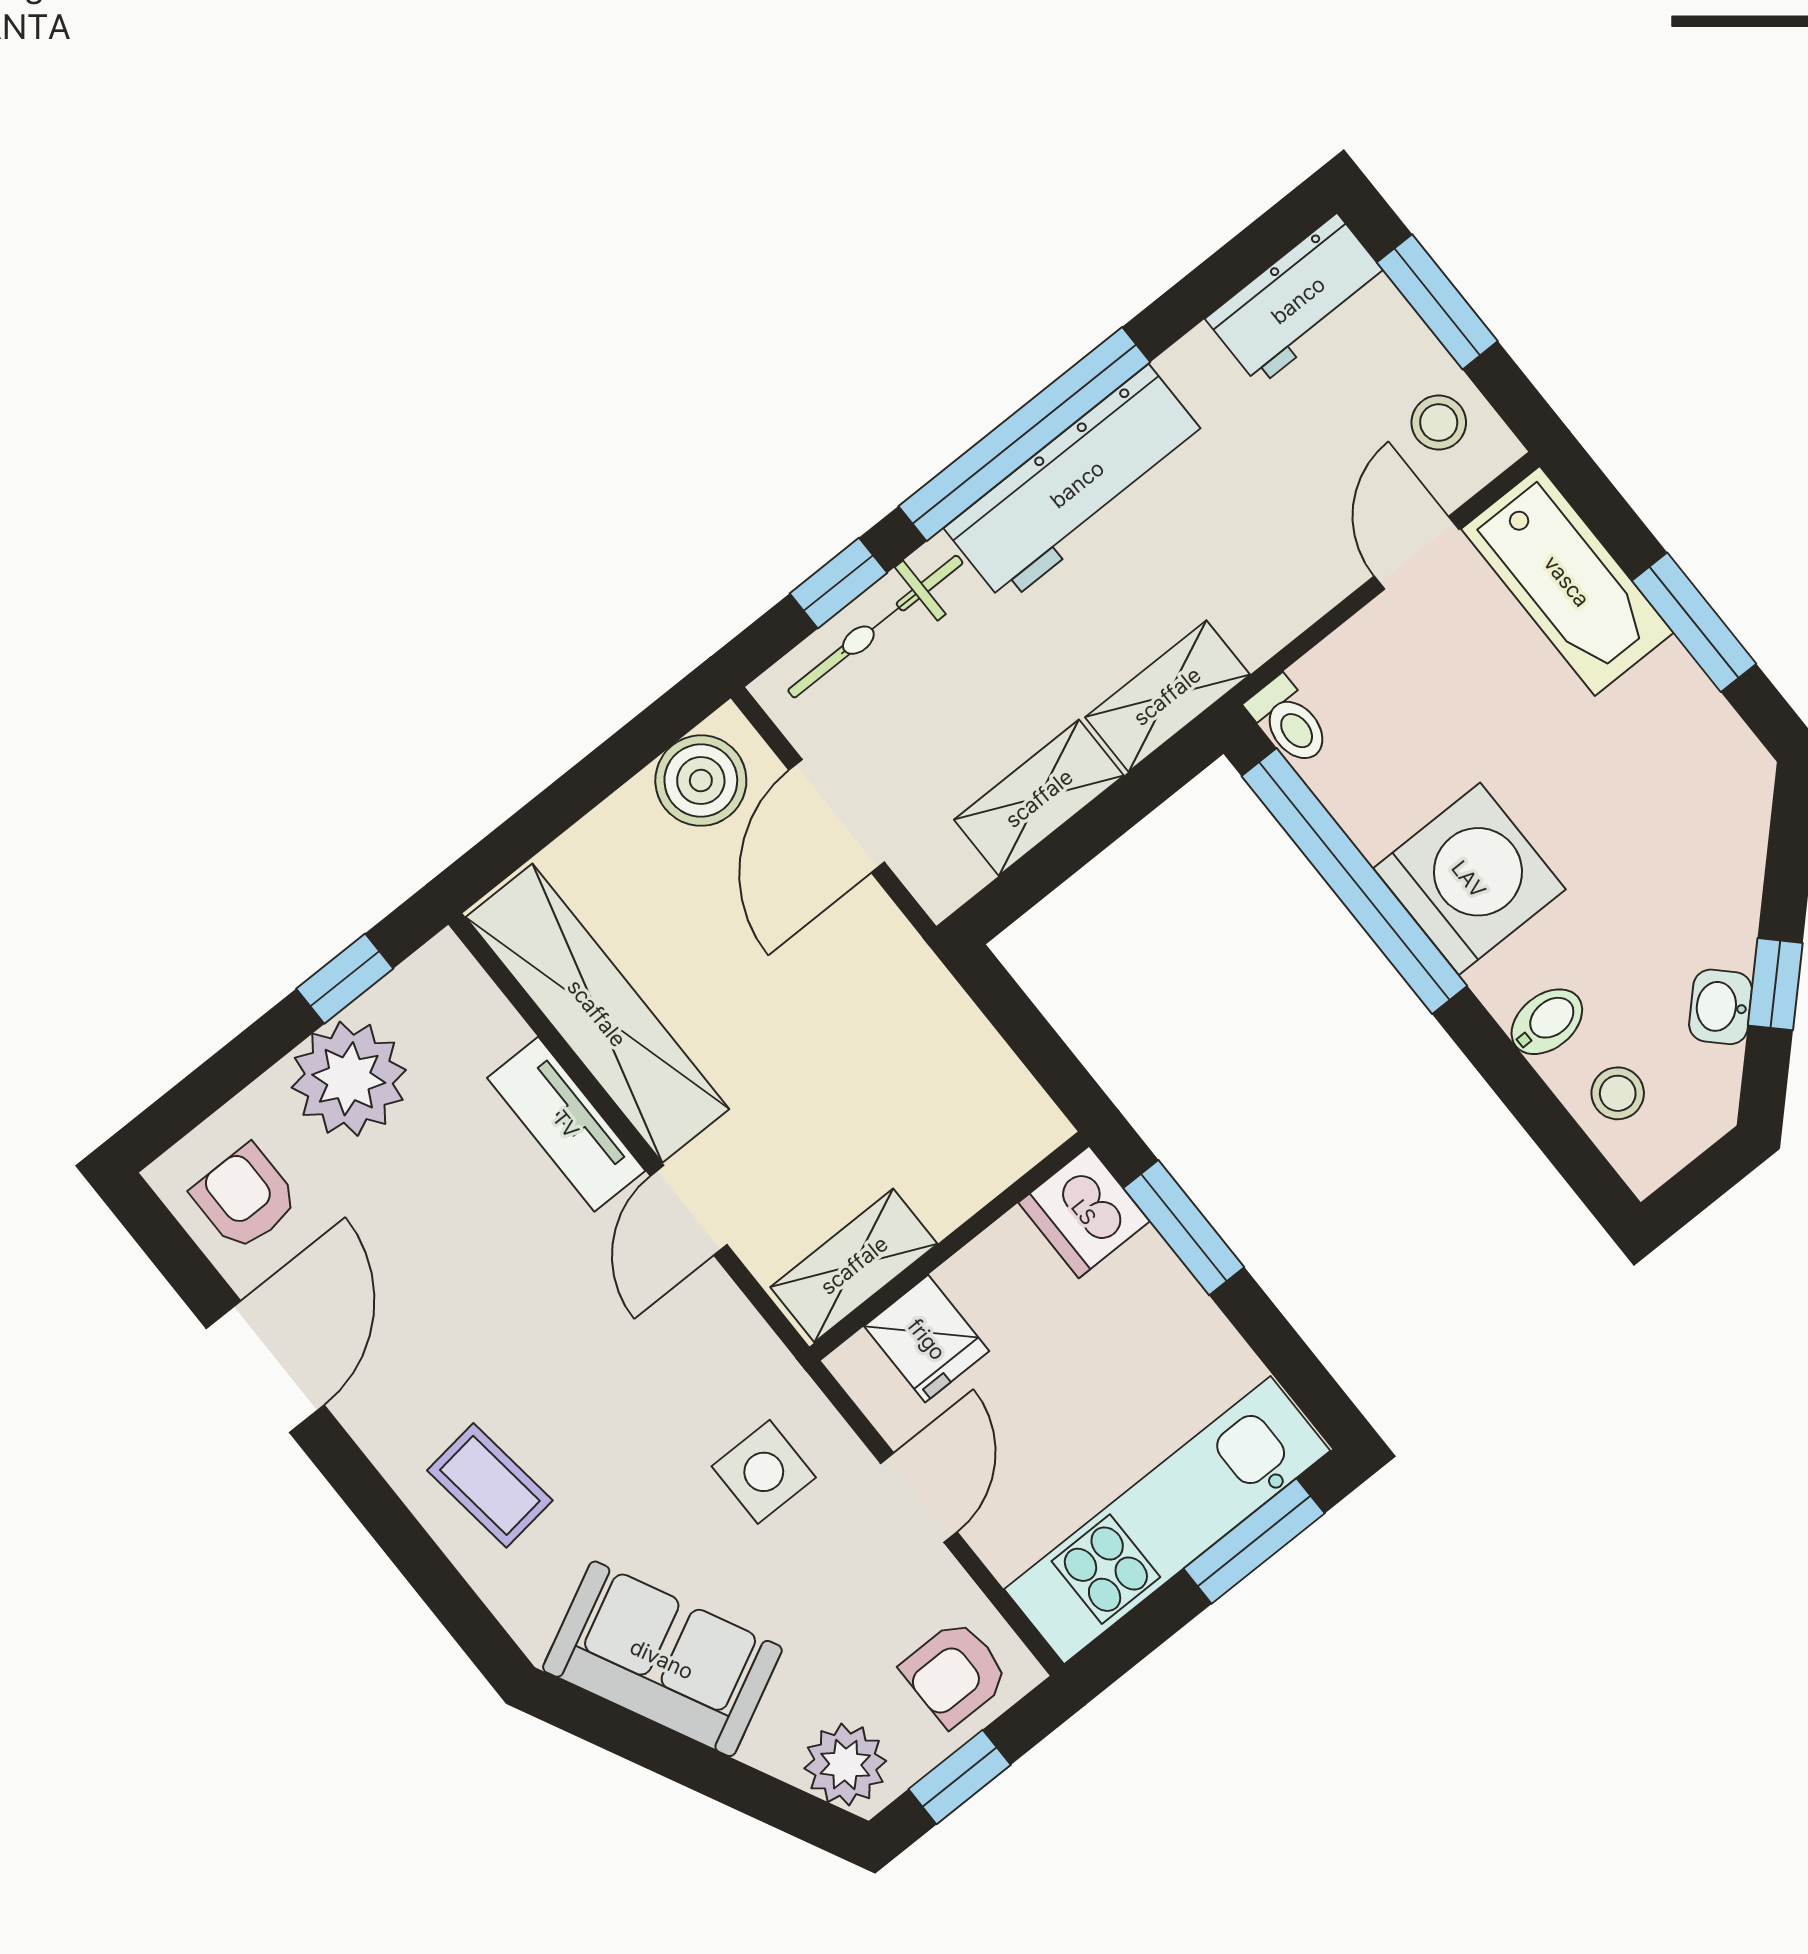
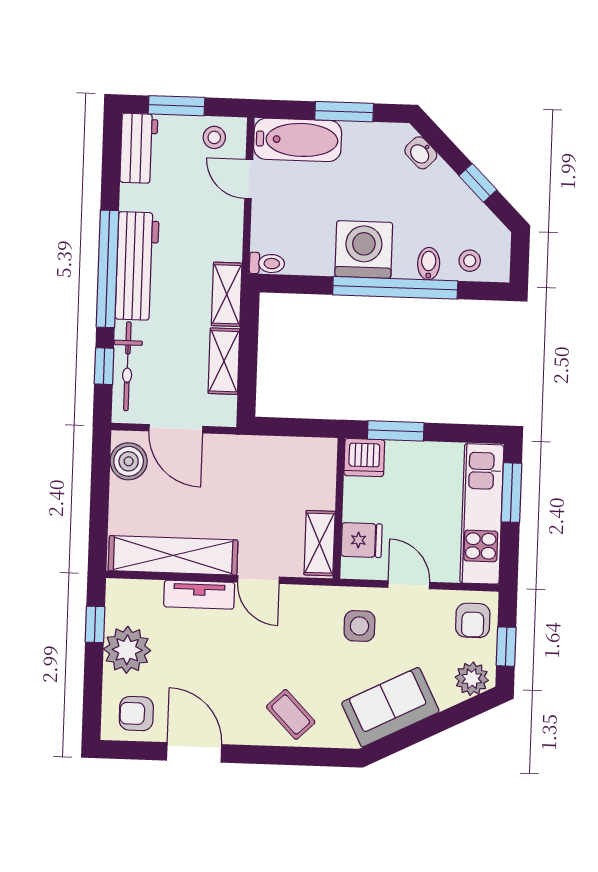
window: (1354, 881) -> (395, 288), moved
washbasin: (1720, 1007) -> (421, 153), moved
coffee table: (490, 1485) -> (291, 714), turned 53

